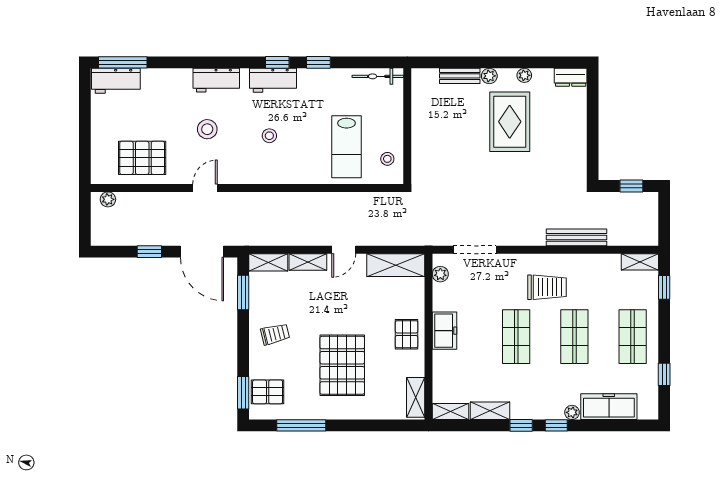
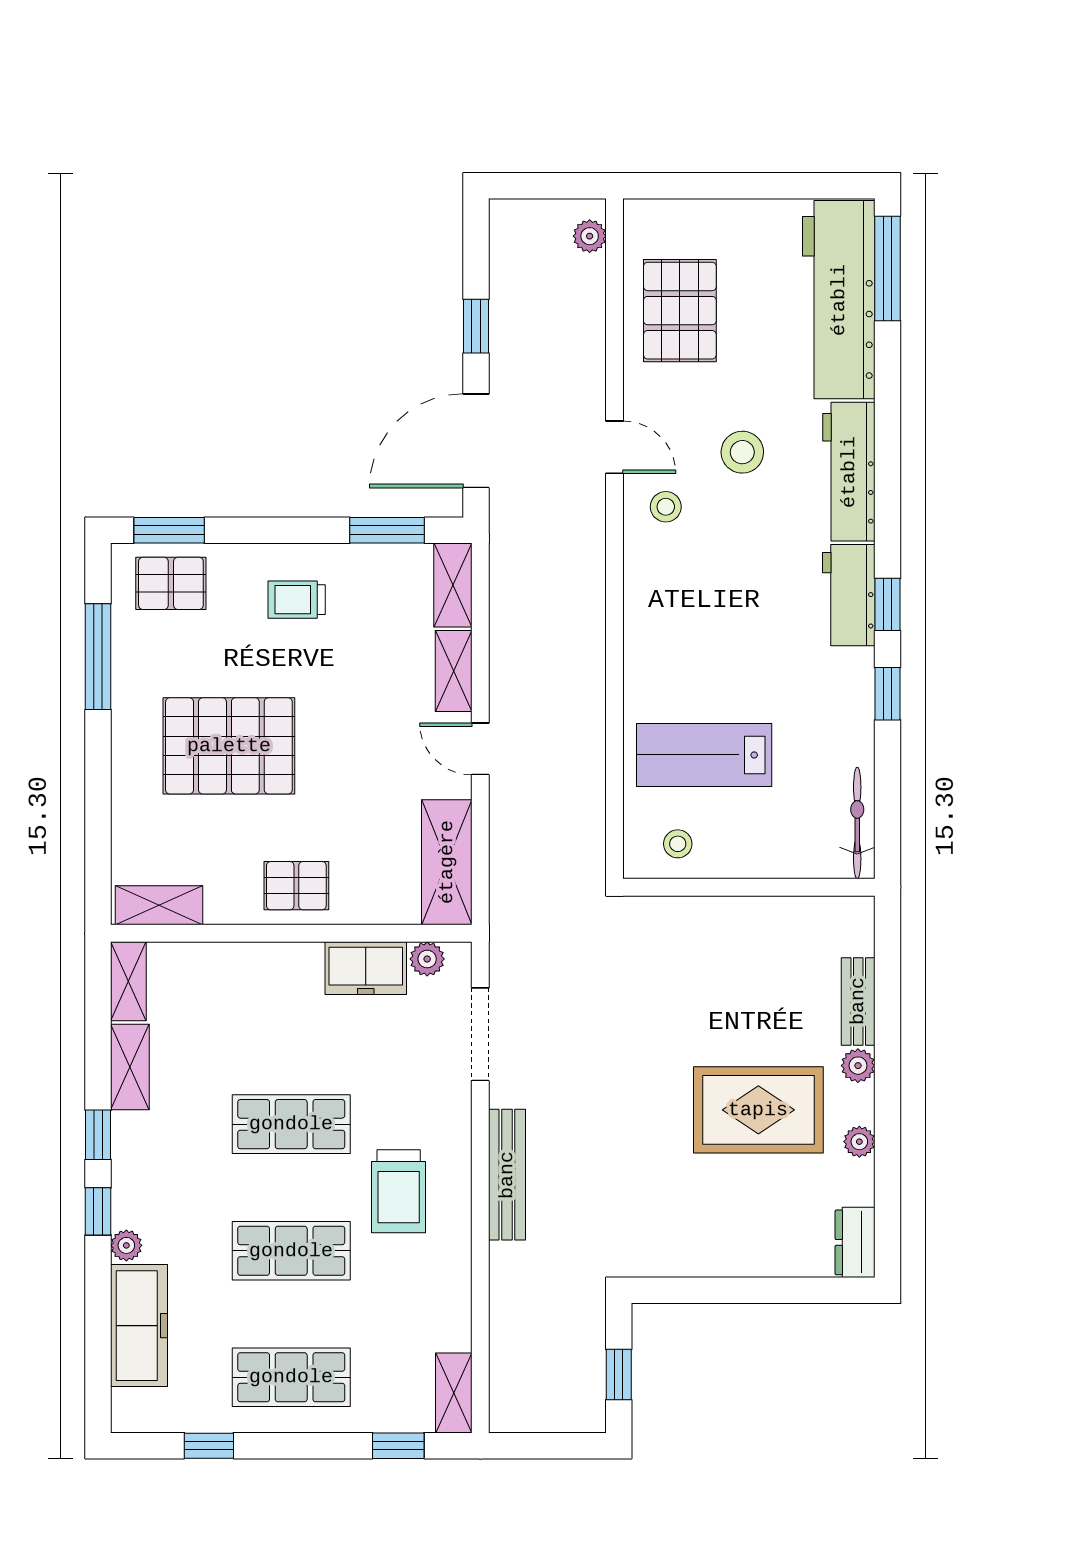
workbench: (216, 80) -> (849, 472), width x1.38
workbench: (116, 81) -> (839, 300), width x1.88, depth x1.32
stool: (269, 136) -> (666, 507), moved
bench: (577, 237) -> (507, 1175), moved
freezer: (445, 331) -> (366, 968), moved
trolley: (275, 334) -> (297, 600), turned 104
pallet: (268, 392) -> (171, 583), turned 90

